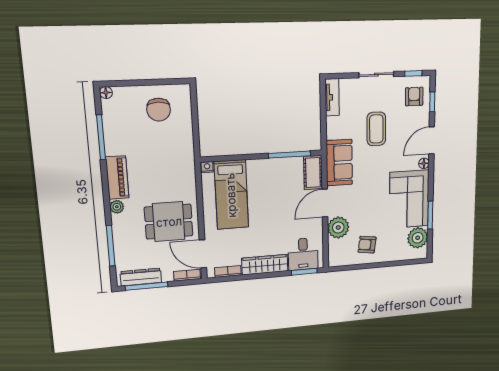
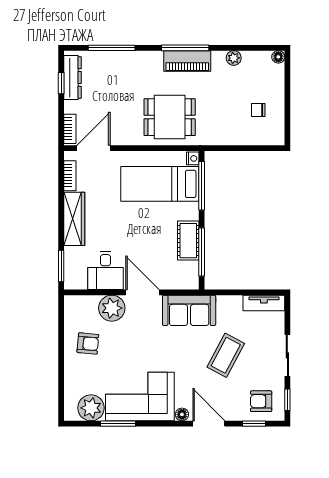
armchair: (414, 96) -> (261, 401), turned 180
chair: (159, 110) -> (258, 110), width x0.54, depth x0.54
coffee table: (376, 129) -> (226, 355), turned -62
window: (101, 137) -> (185, 48), moved
window: (231, 158) -> (202, 186), added
cot: (313, 173) -> (188, 241), moved, turned 90
plant: (117, 207) -> (234, 58), moved
dining table: (169, 222) -> (170, 117), moved, turned 90
armchair: (367, 245) -> (88, 343), turned 87
desk: (303, 254) -> (105, 270), moved, turned -90
window: (147, 286) -> (61, 83), width x0.46

